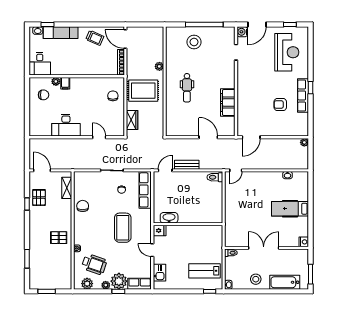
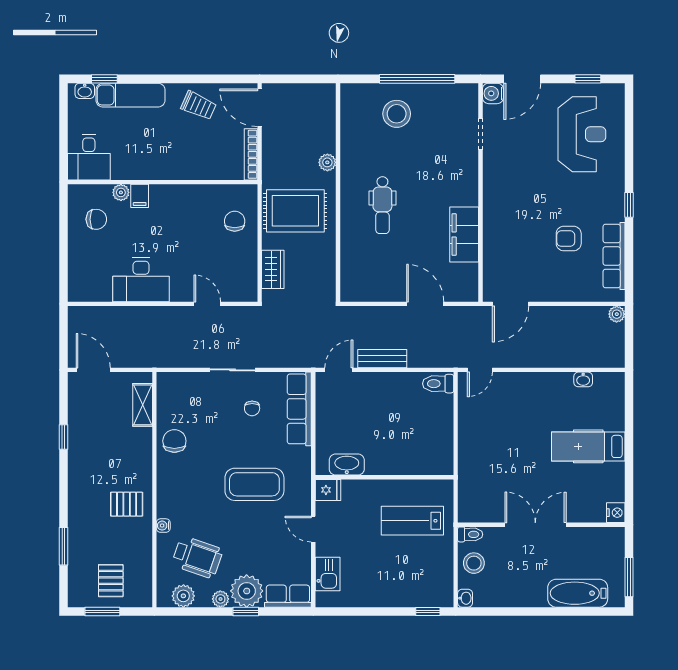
row of seats: (303, 95) -> (614, 256), moved
pallet: (39, 198) -> (111, 581), moved
coffee table: (123, 228) -> (254, 484), turned 90
lab bench: (205, 271) -> (412, 521), moved
stool: (256, 279) -> (474, 563), moved

